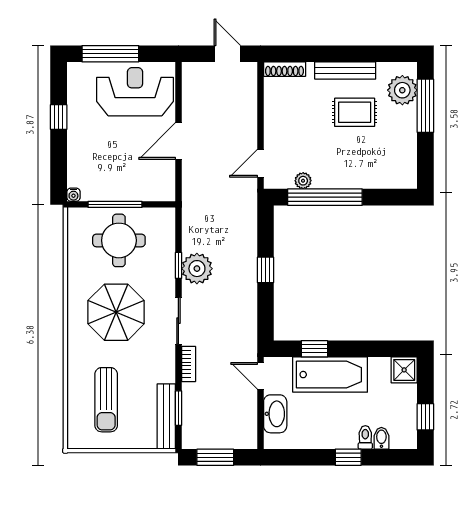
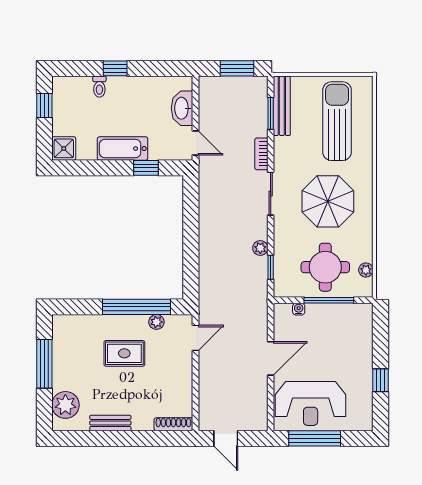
window: (110, 54) -> (315, 438), moved
bench: (345, 71) -> (110, 423), width x0.73
window: (425, 106) -> (44, 364), moved
rug: (355, 112) -> (124, 353), moved
water cooler: (73, 195) -> (299, 309), moved
plant: (75, 237) -> (366, 270), added
window: (178, 265) -> (271, 267), moved
plant: (197, 269) -> (260, 248), width x0.53, depth x0.53
window: (266, 270) -> (191, 240), removed
bathtub: (330, 375) -> (123, 149), width x0.73, depth x0.73
sun lounger: (106, 400) -> (337, 121), width x1.36, depth x1.34
bidet: (381, 438) -> (85, 86), removed

